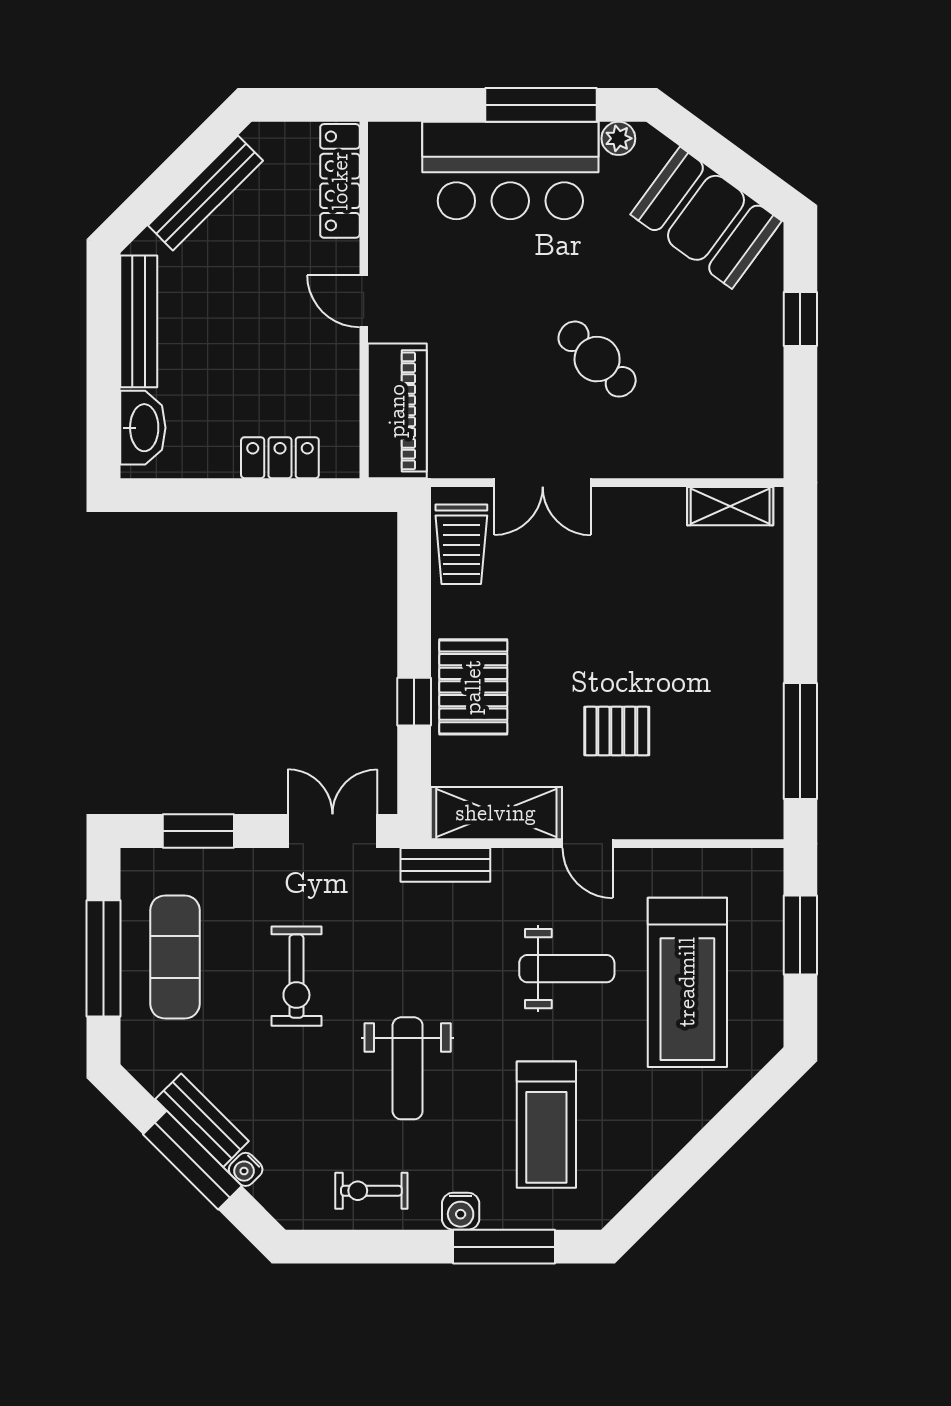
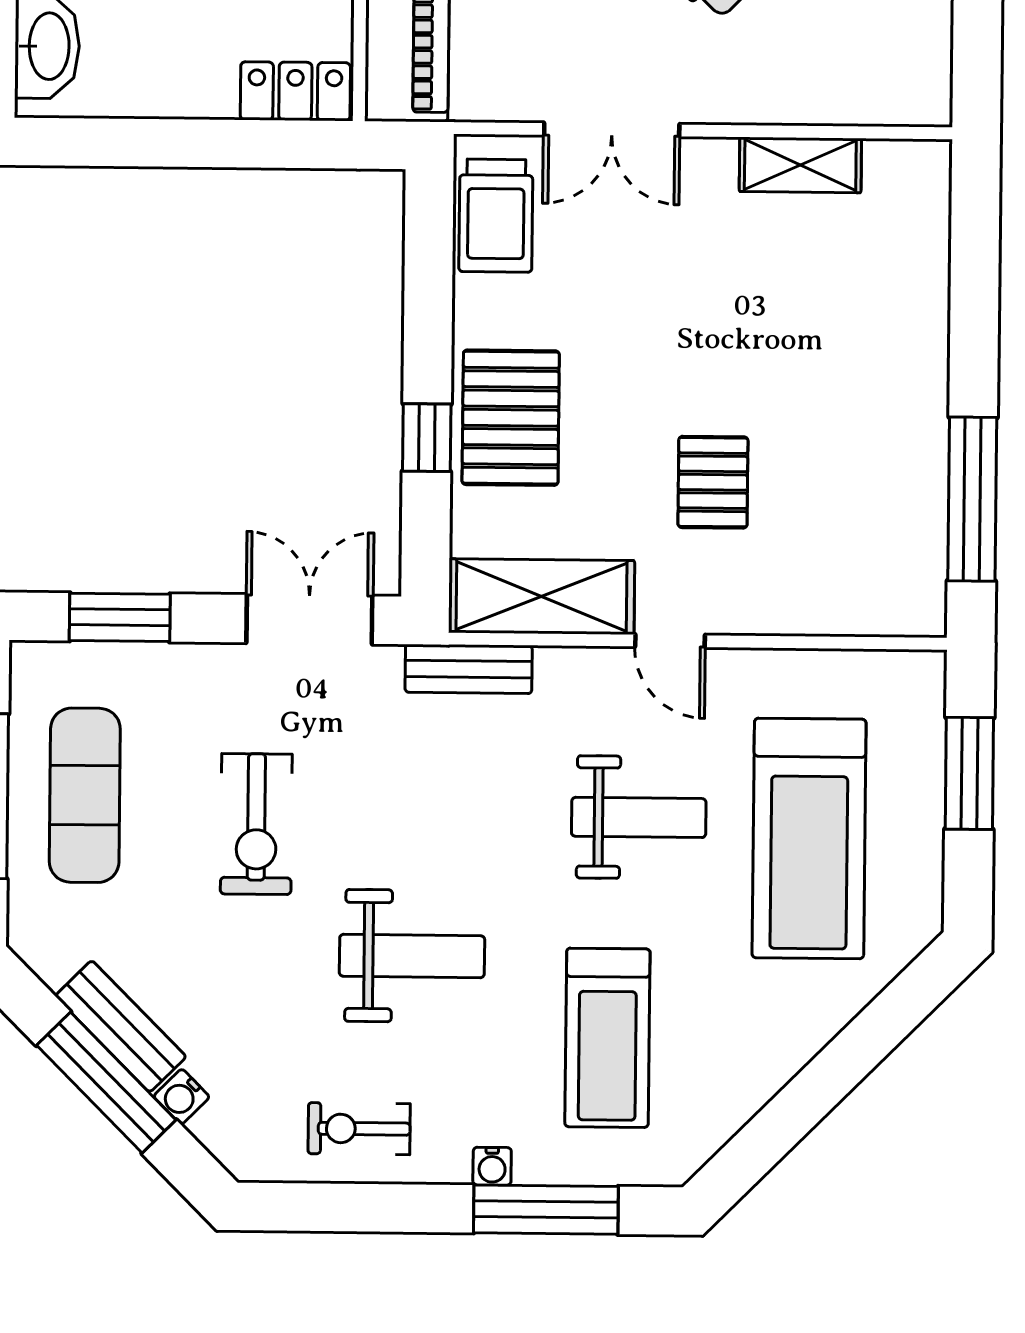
locker: (280, 458) -> (295, 91), moved
shelving: (730, 506) -> (800, 165), moved
pallet: (617, 731) -> (713, 482), turned 90
weight bench: (408, 1068) -> (412, 956), turned -90
water cooler: (461, 1211) -> (492, 1166), width x0.72, depth x0.72

